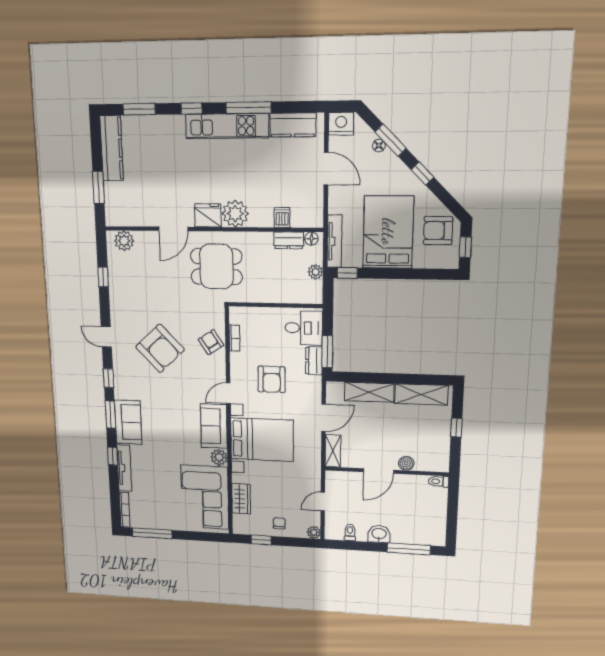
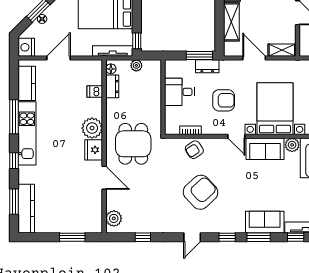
kitchen counter: (112, 148) -> (26, 209), moved, turned 90
desk: (304, 328) -> (179, 92), moved, turned -90

